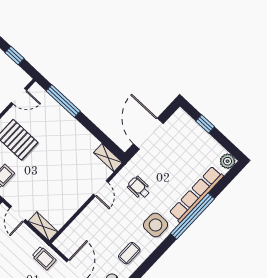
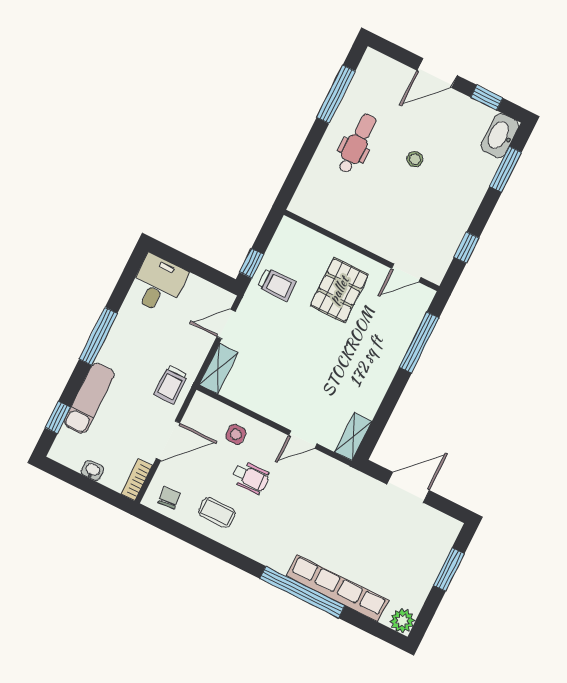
door: (19, 96) -> (406, 273), hinge flipped
window: (205, 124) -> (449, 570), width x1.50
door: (148, 134) -> (408, 487), width x0.73
wheelchair: (139, 188) -> (250, 477), moved, turned 90
side table: (156, 225) -> (236, 434), moved, width x0.54, depth x0.54

